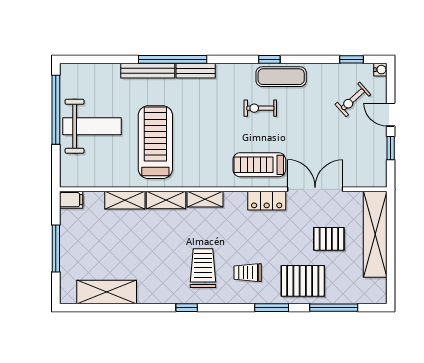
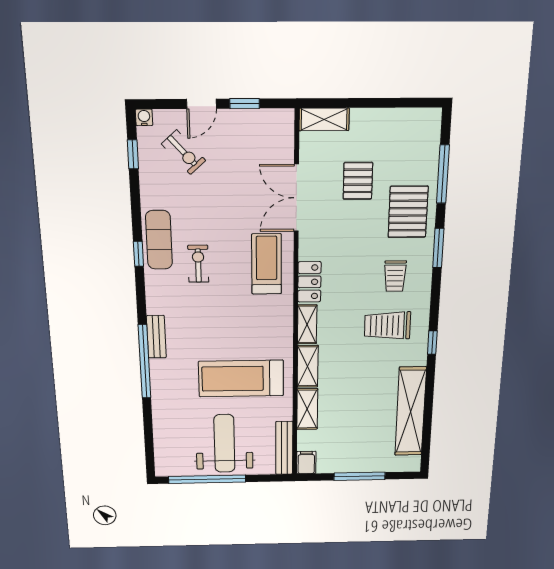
bench: (148, 71) -> (284, 448), moved
exercise bike: (260, 108) -> (198, 264), turned 180
treadmill: (259, 165) -> (267, 264), turned 180
locker: (267, 201) -> (309, 282), moved
shelving: (375, 234) -> (324, 119), width x0.45, depth x0.75
shelving: (107, 292) -> (411, 412), width x1.47

